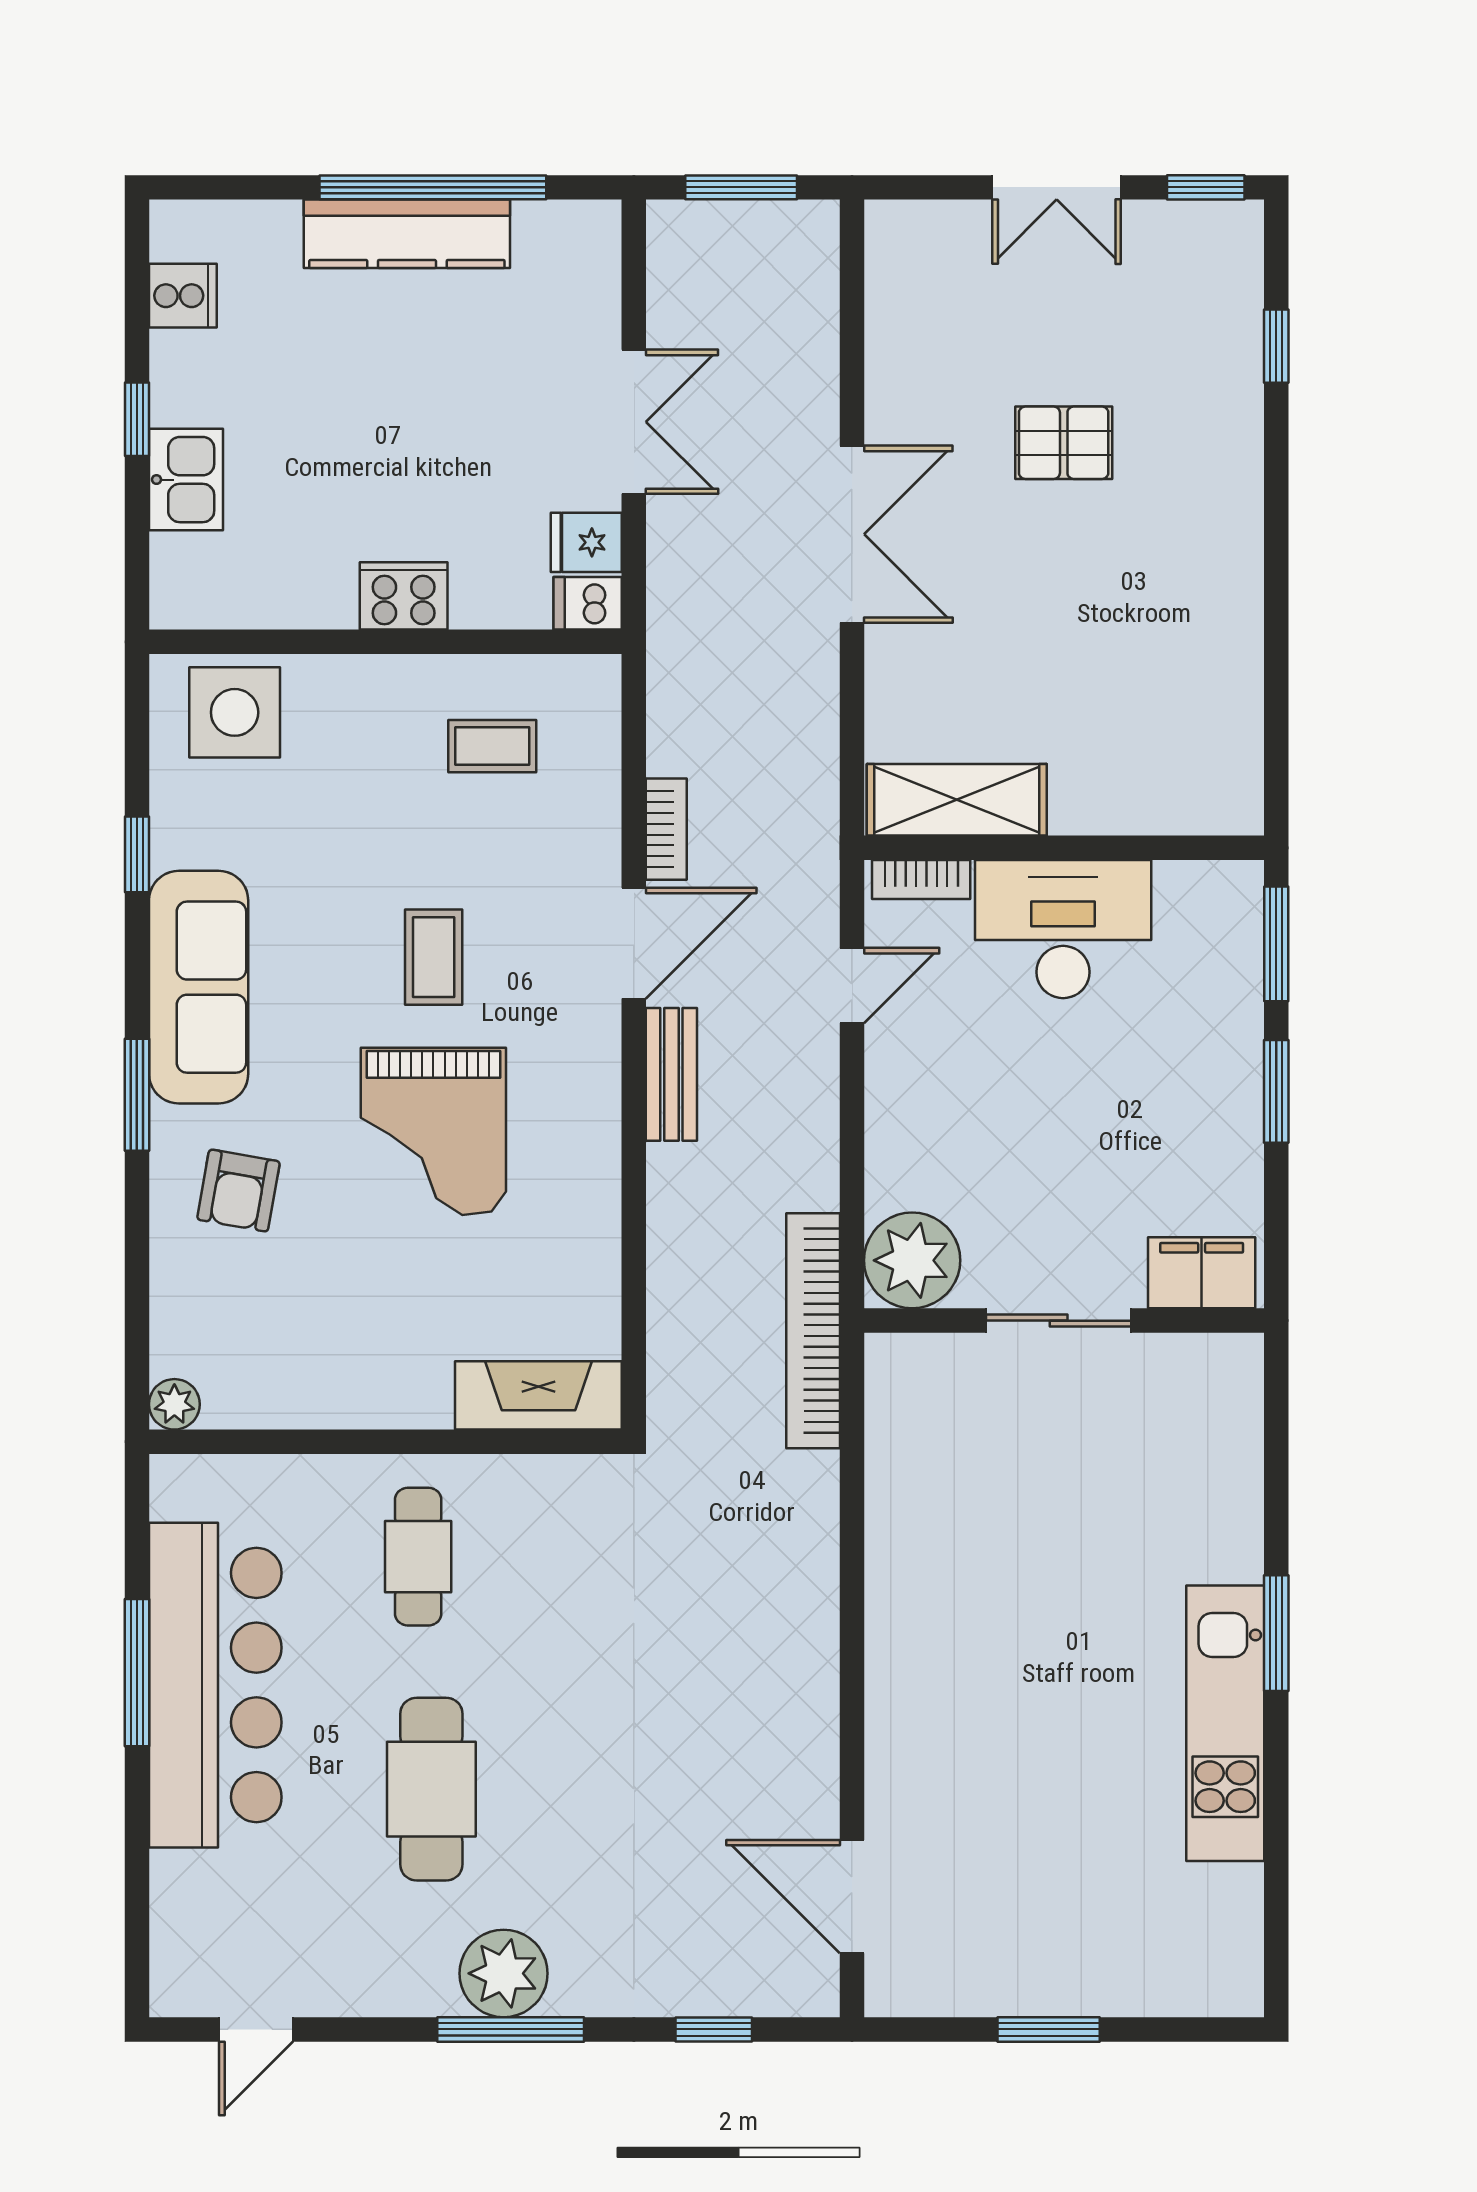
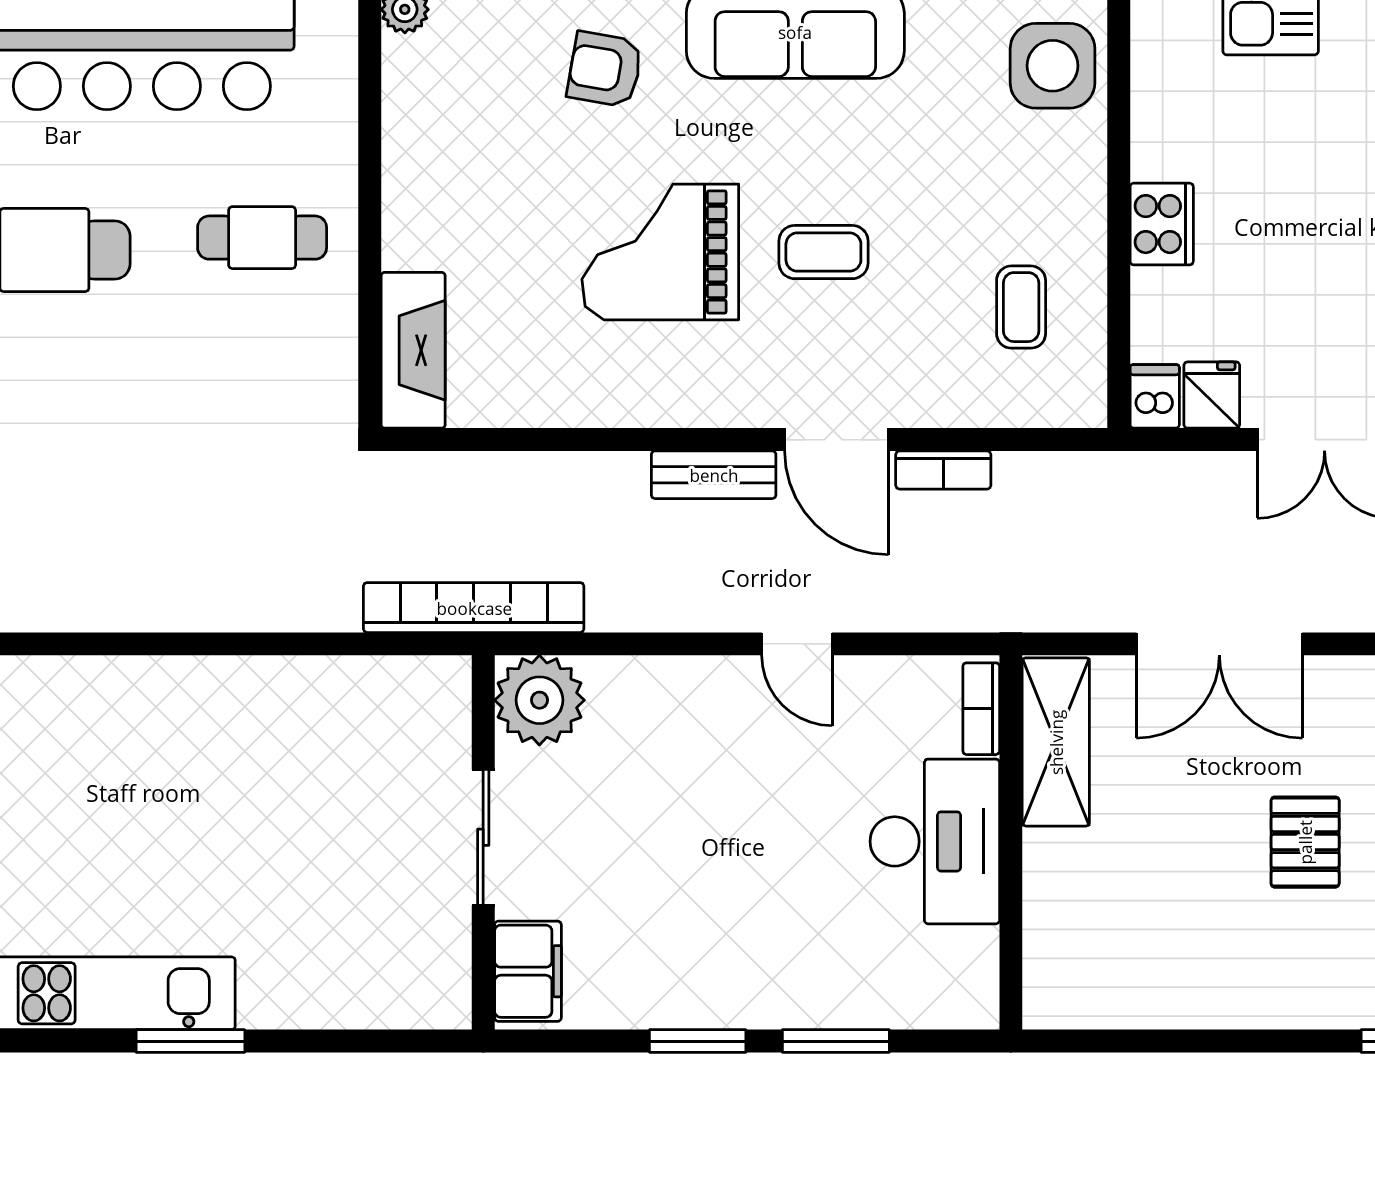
shelving: (957, 800) -> (1056, 742), moved
wall: (1064, 848) -> (1011, 842), moved
bookcase: (921, 880) -> (981, 709), moved
desk: (1063, 929) -> (935, 841), moved

